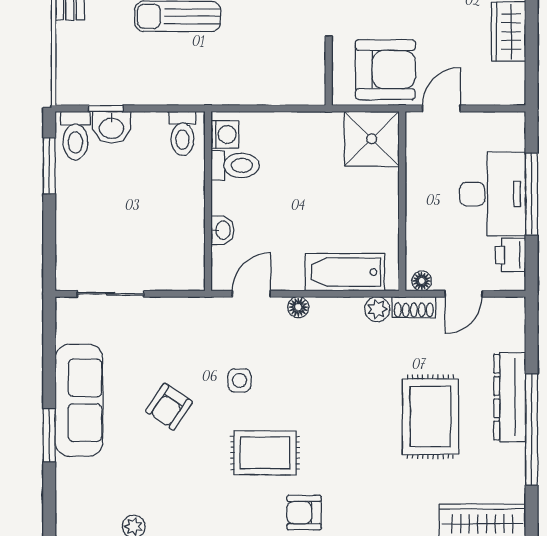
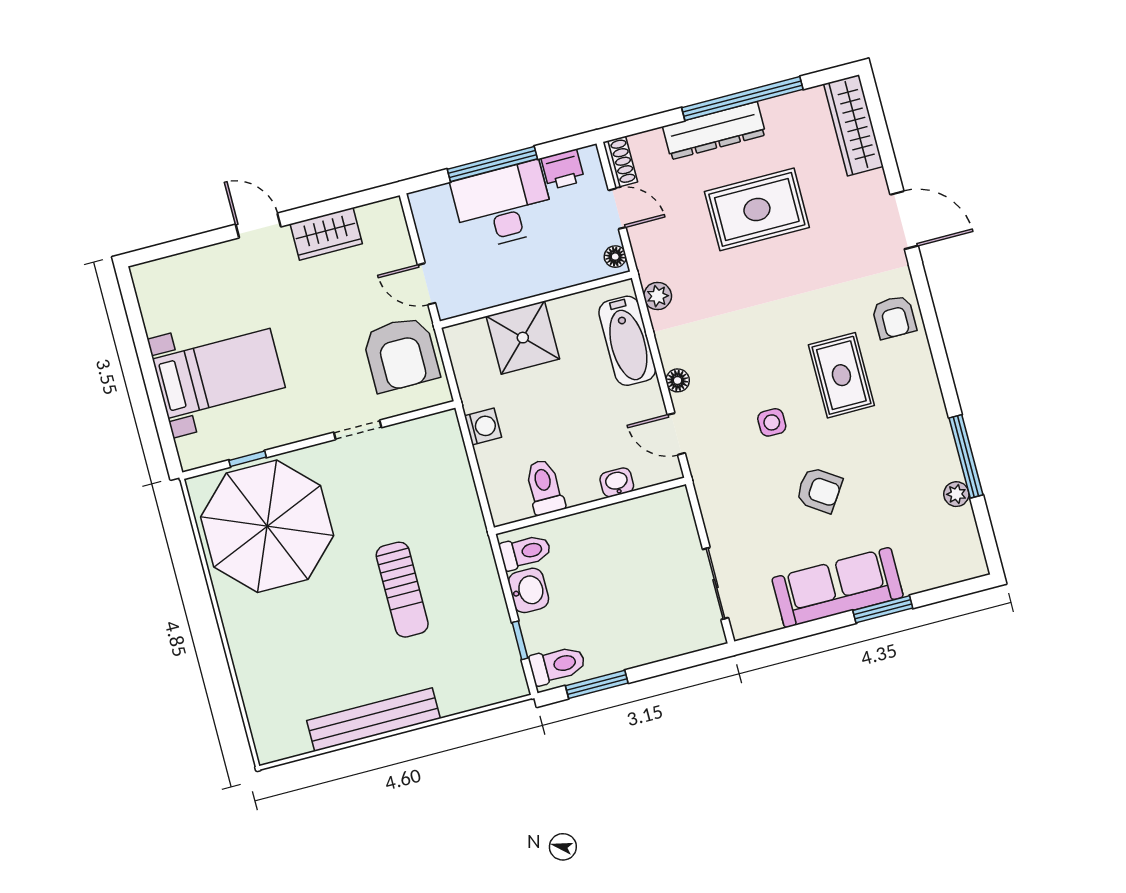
armchair: (385, 70) -> (401, 354), turned 180
washbasin: (111, 127) -> (528, 590), moved
washing machine: (225, 134) -> (483, 426), moved, turned 90
shower: (372, 139) -> (523, 338), moved
shoe rack: (414, 307) -> (620, 162), moved

